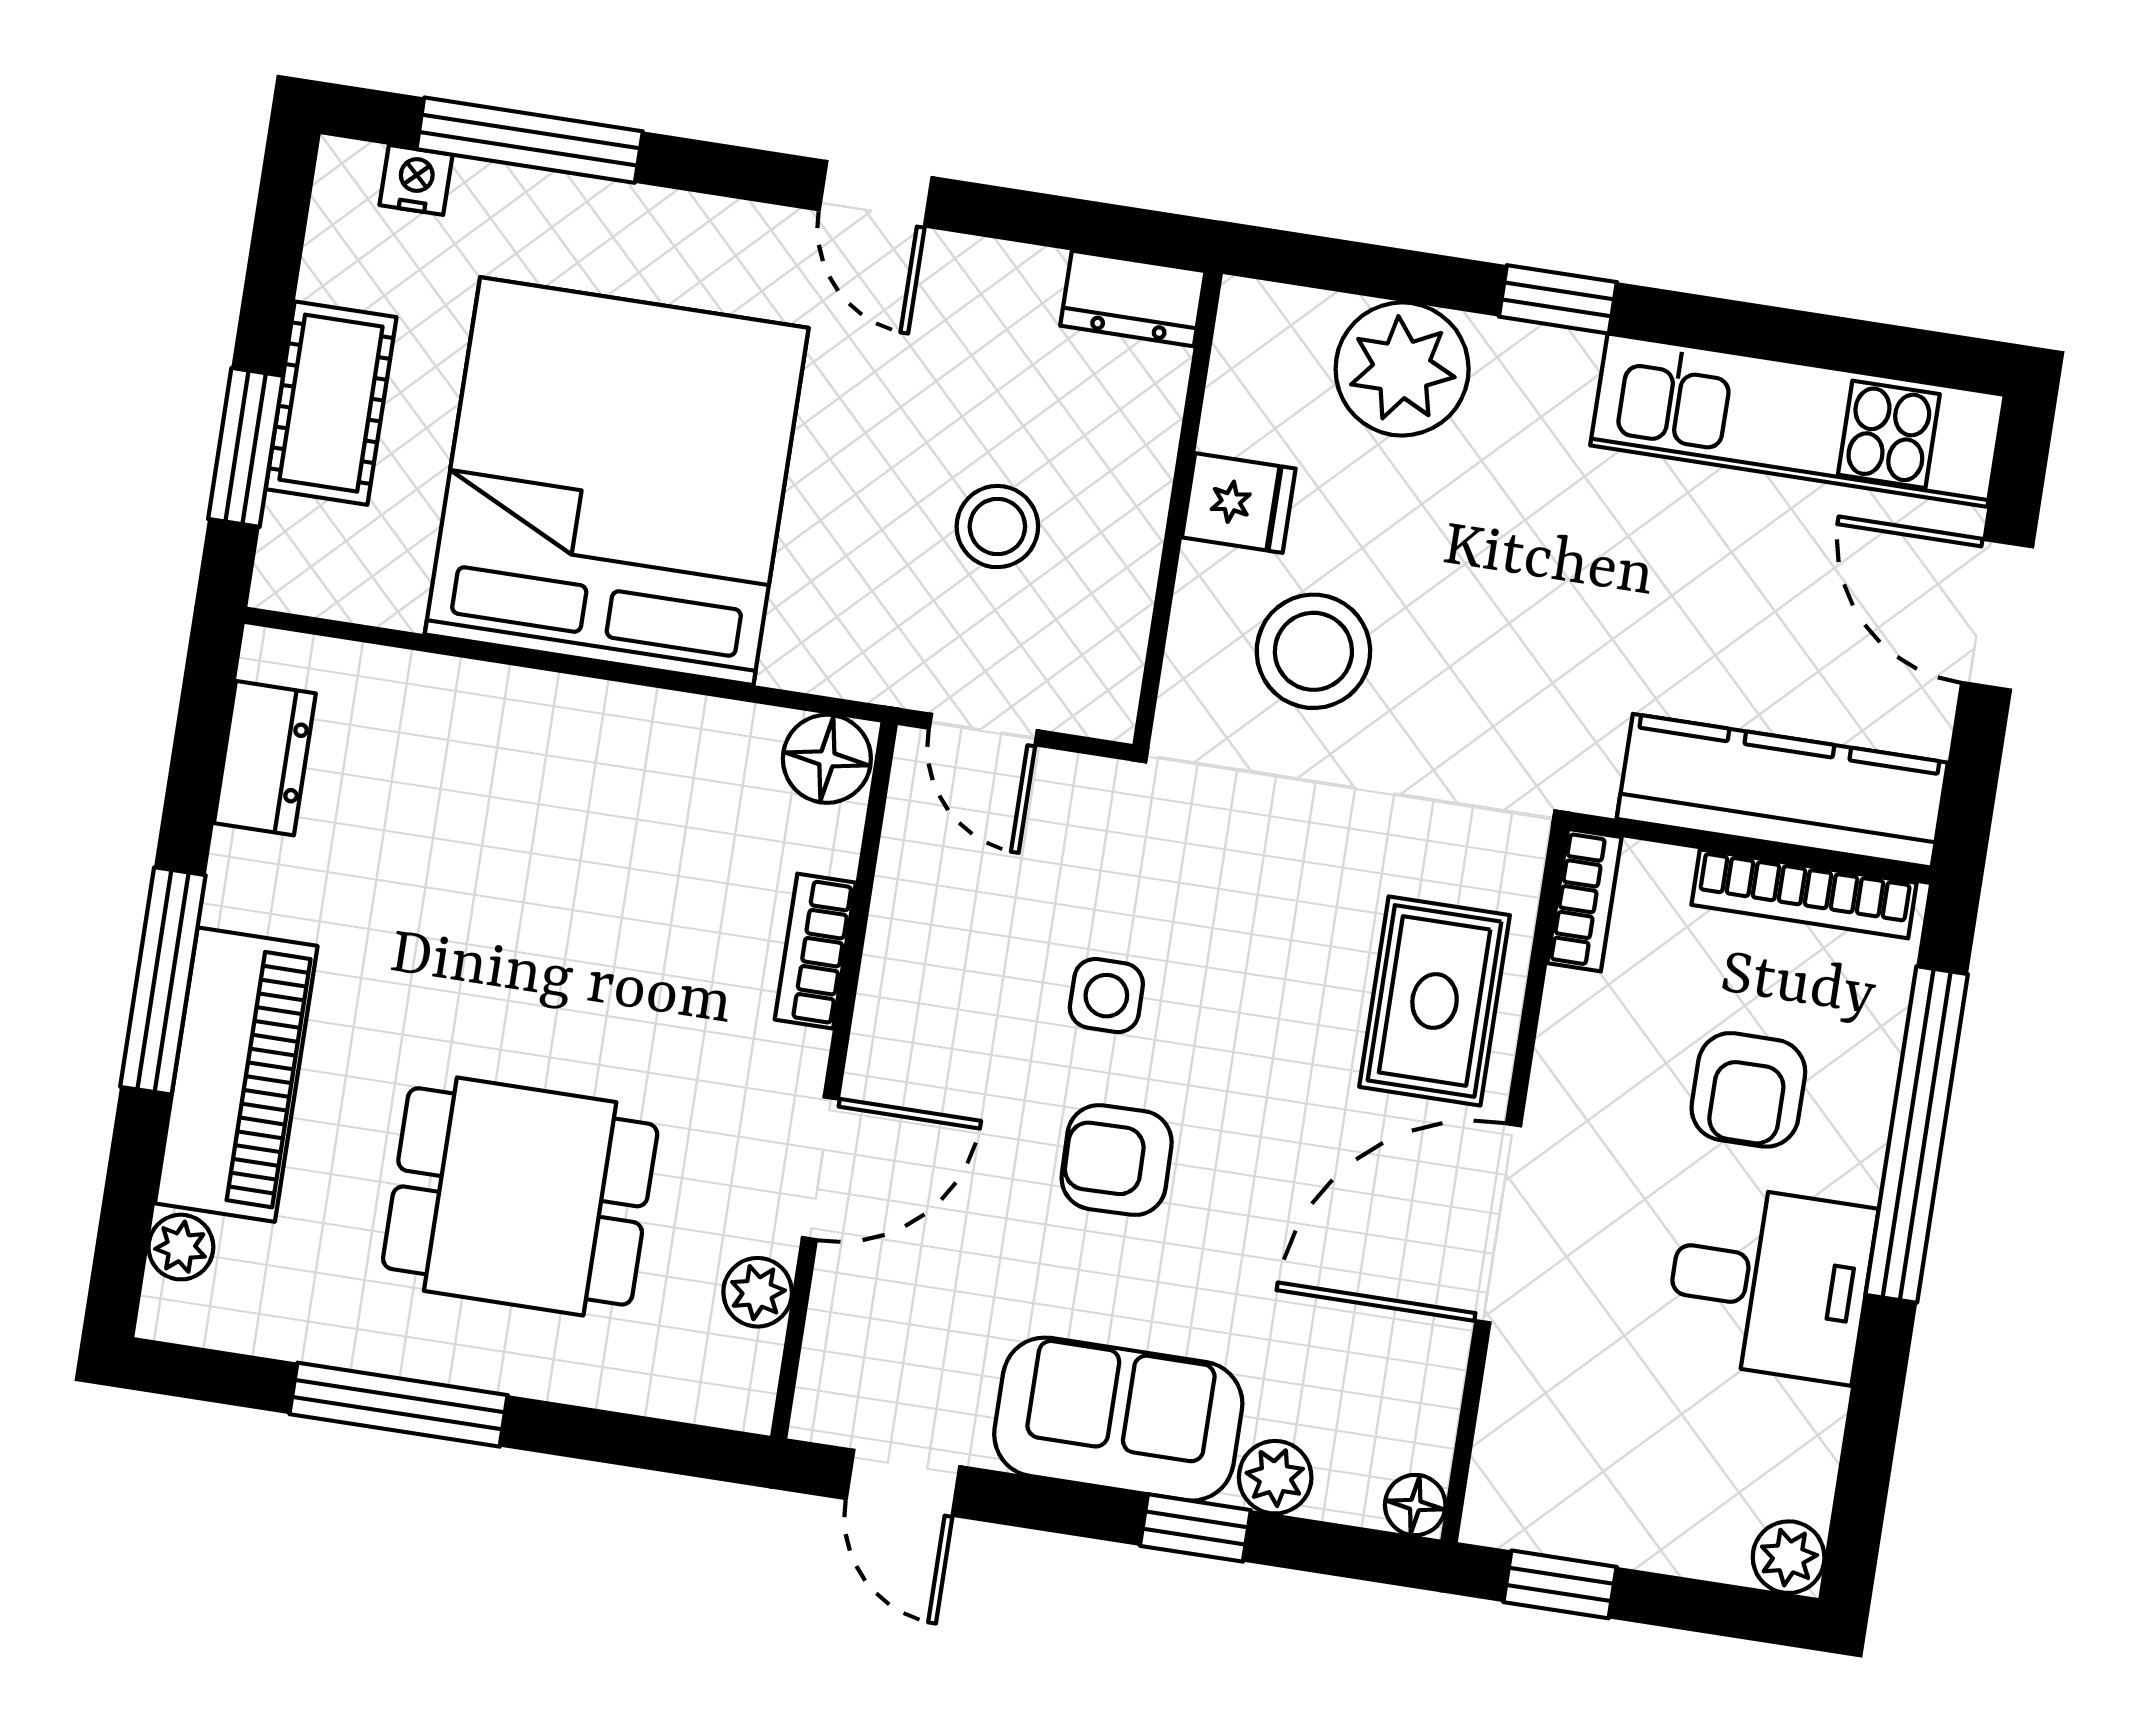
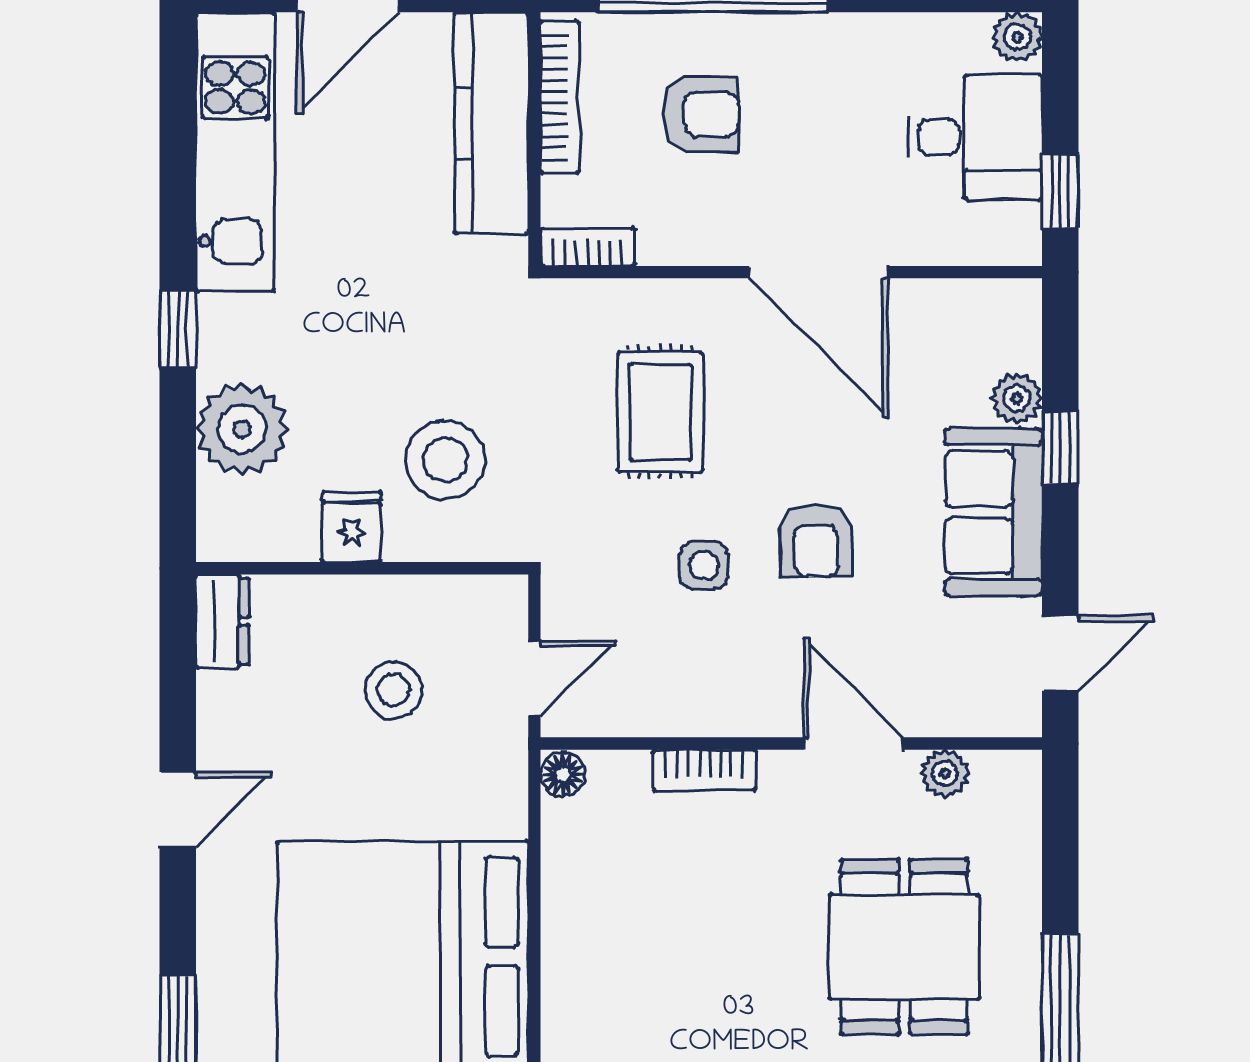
floor lamp: (827, 759) -> (563, 774), width x0.73, depth x0.73
rug: (1435, 1001) -> (660, 412), moved, turned 90
desk: (1770, 1283) -> (975, 137), moved, turned 90
floor lamp: (1415, 1505) -> (1021, 299), removed

